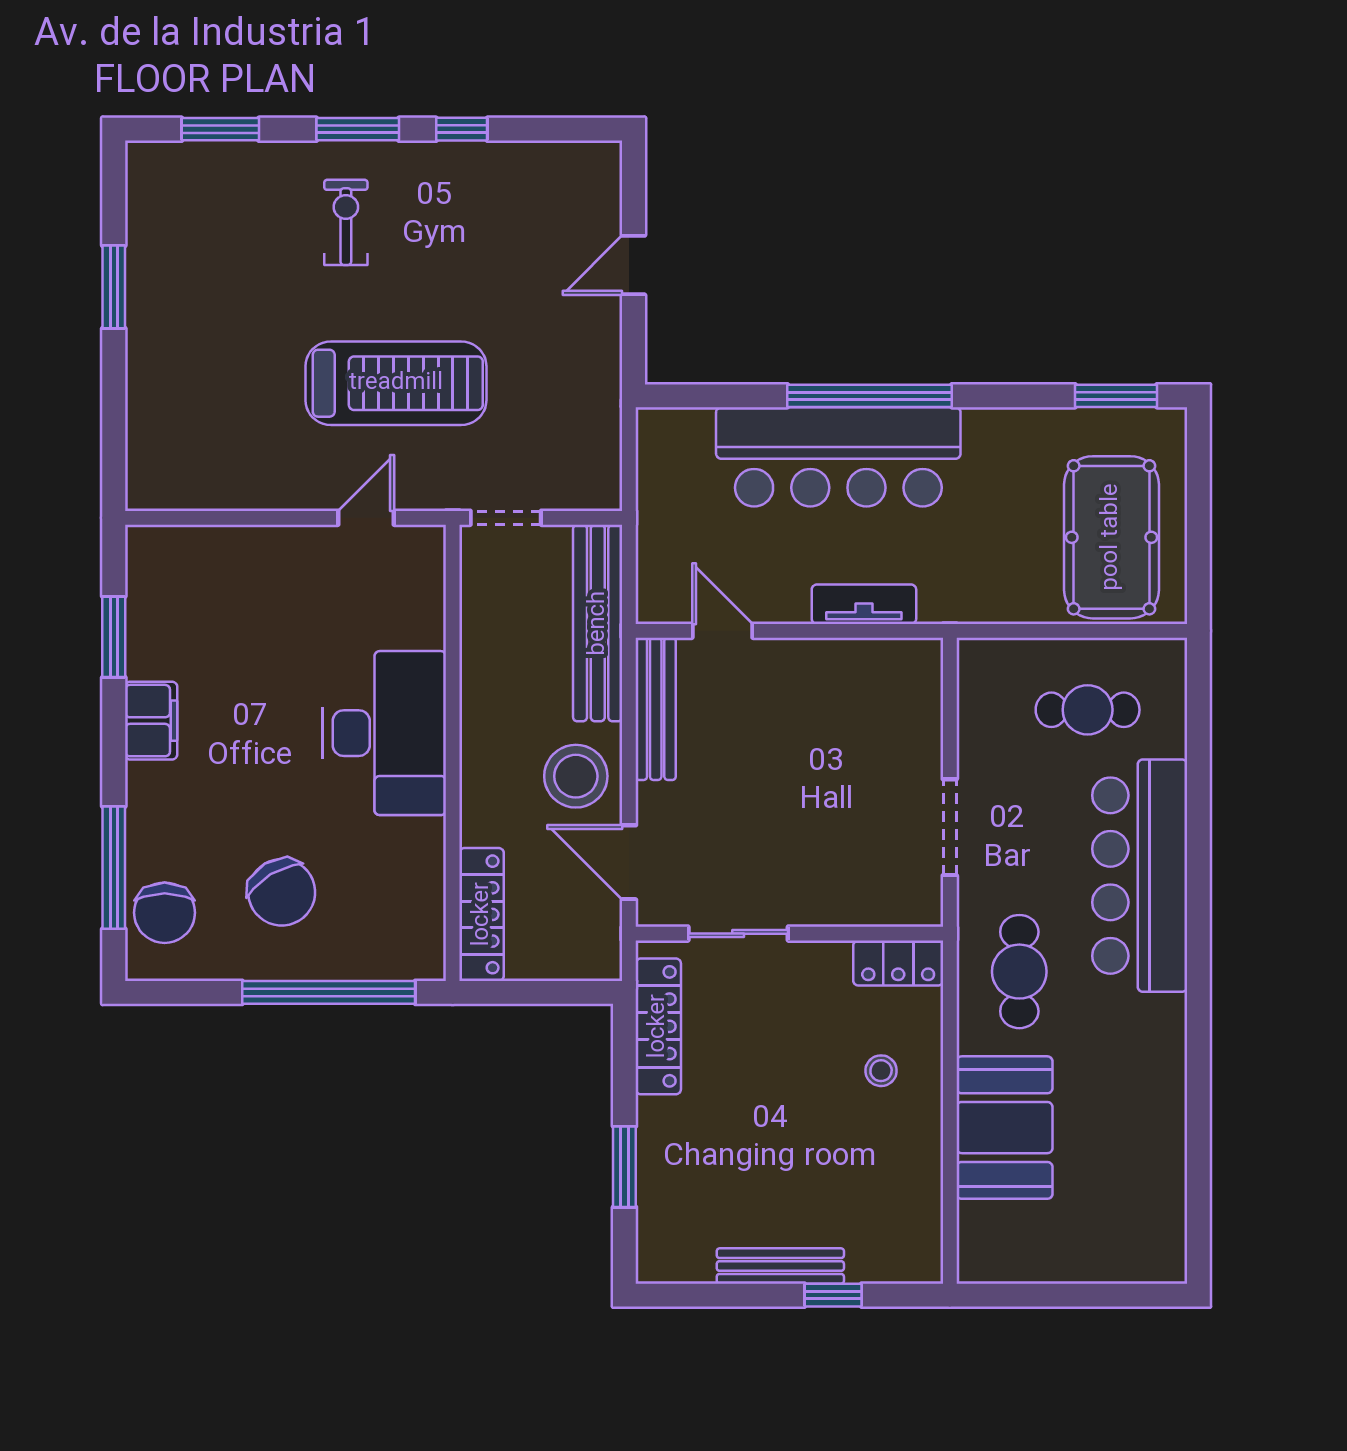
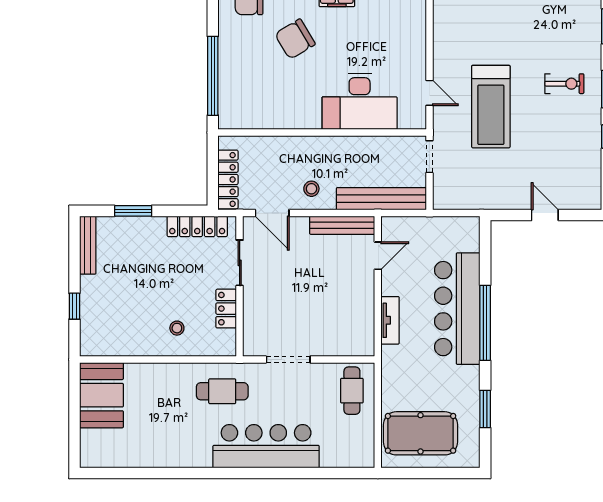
window: (1116, 396) -> (485, 409), moved
cafe table: (1088, 710) -> (352, 391), moved
desk: (384, 733) -> (360, 101), moved
stool: (576, 776) -> (311, 189), width x0.53, depth x0.53
door: (629, 862) -> (272, 213), swing flipped
chair: (282, 892) -> (295, 39), moved
locker: (482, 914) -> (228, 179), moved, turned -90
locker: (898, 963) -> (226, 309), moved
booth: (1004, 1128) -> (101, 395), moved, turned 90
bench: (780, 1266) -> (88, 245), moved

